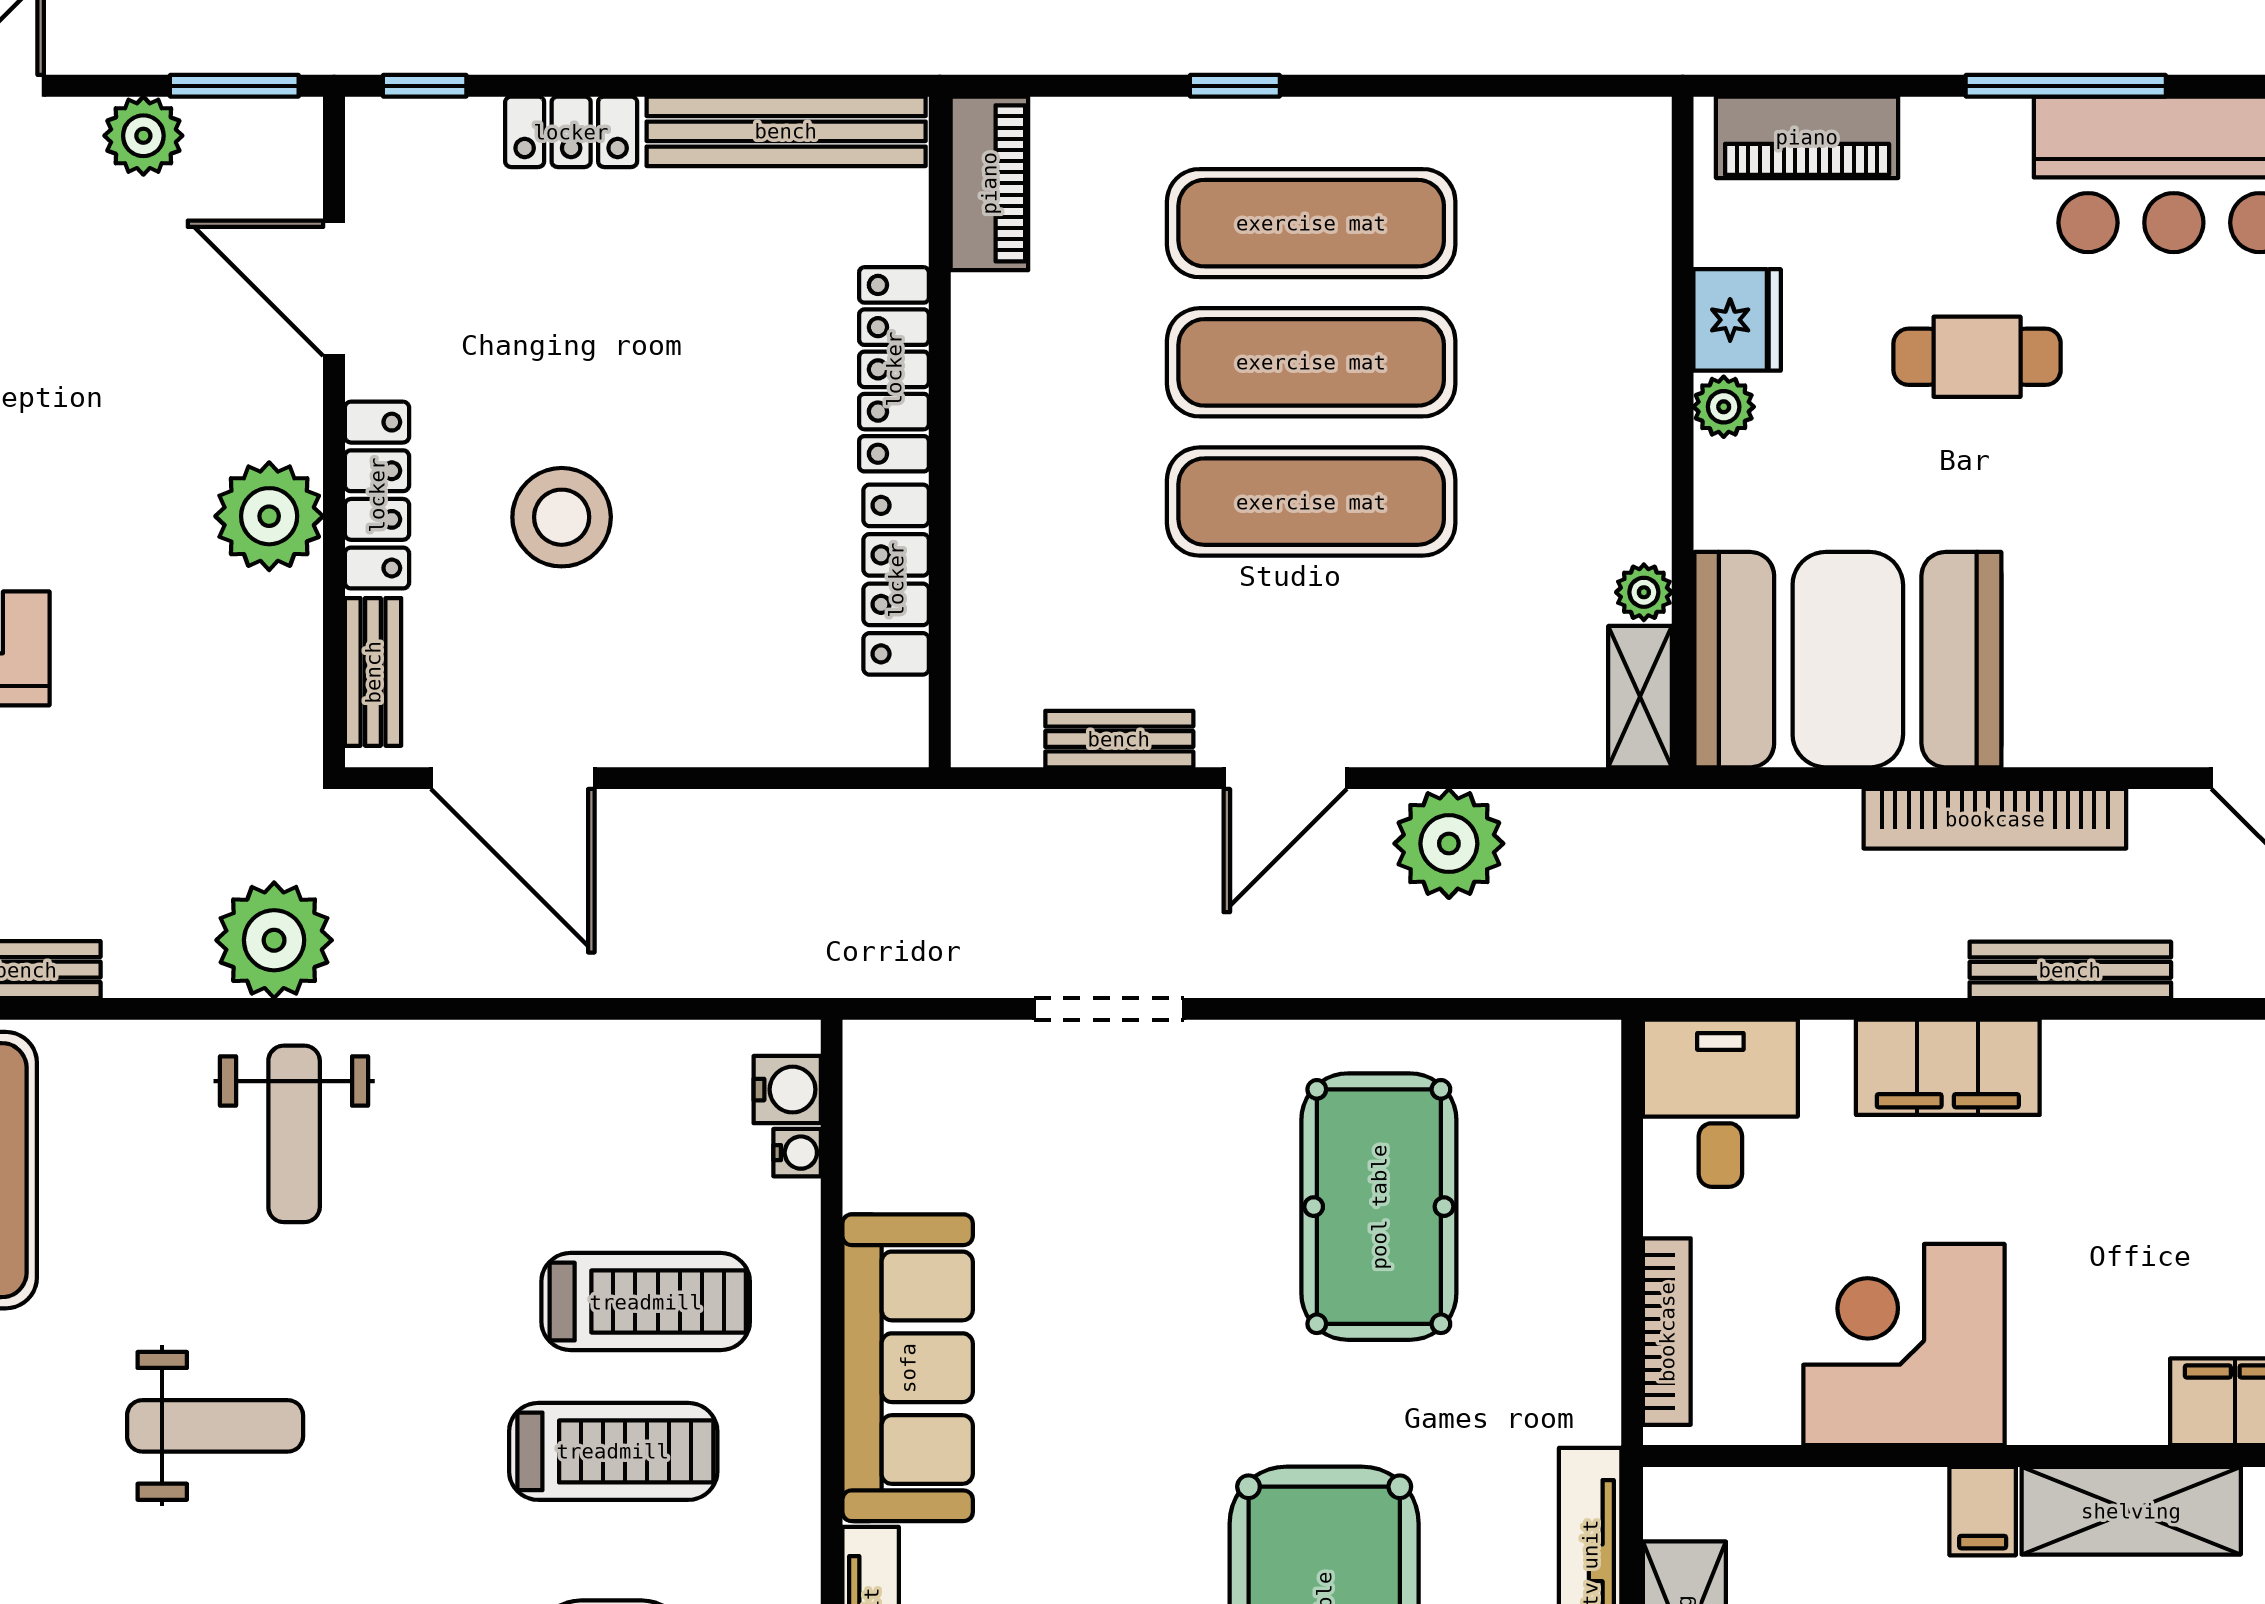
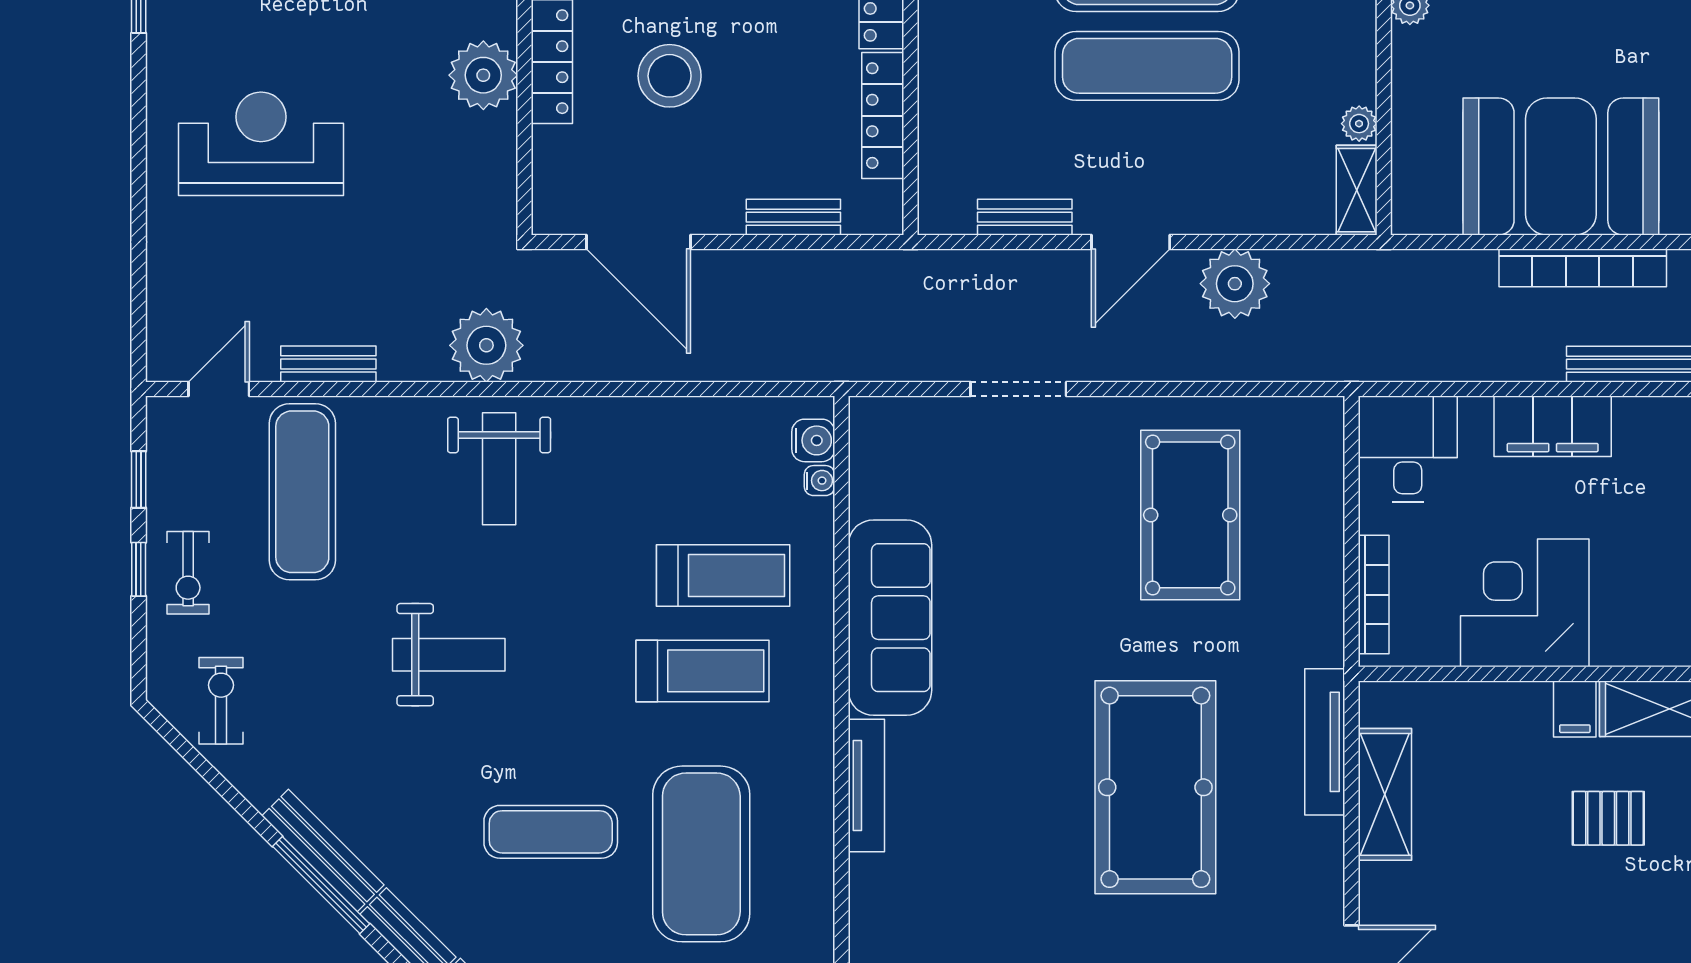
booth: (1848, 660) -> (1561, 167), moved
bench: (373, 672) -> (793, 217), moved, turned 90

